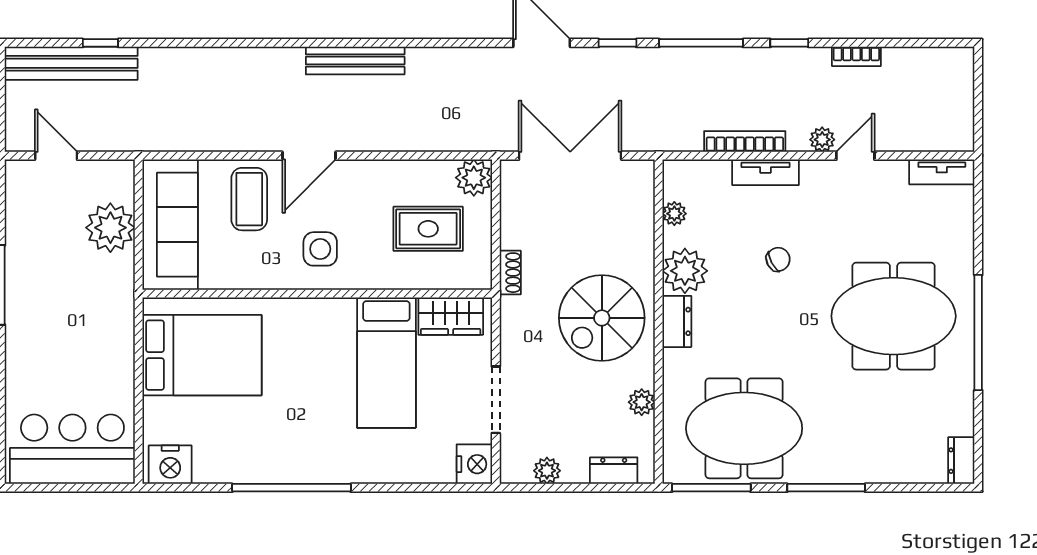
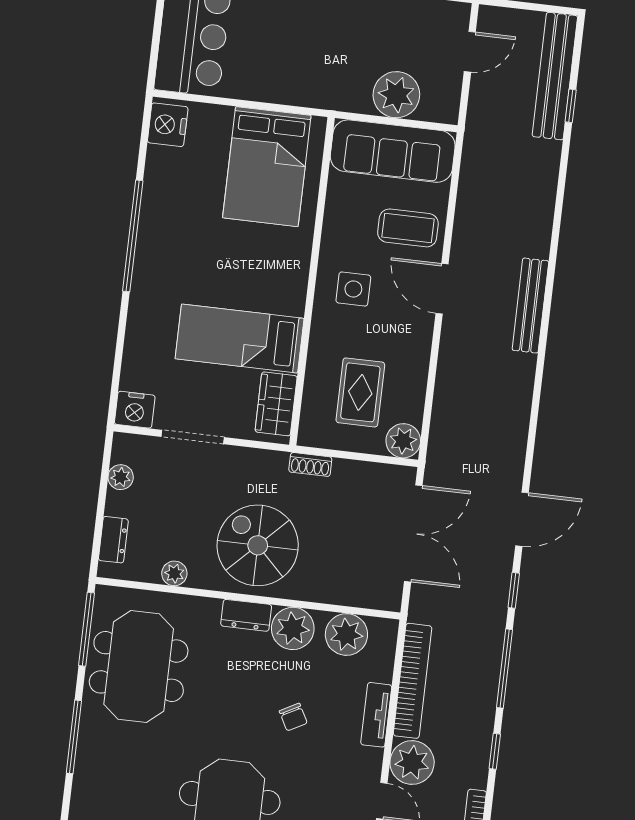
bench: (355, 61) -> (530, 306), moved
plant: (822, 140) -> (412, 763), width x1.88, depth x1.88
bookcase: (745, 142) -> (412, 681), width x1.48, depth x1.31
plant: (674, 214) -> (346, 635), width x1.87, depth x1.87

